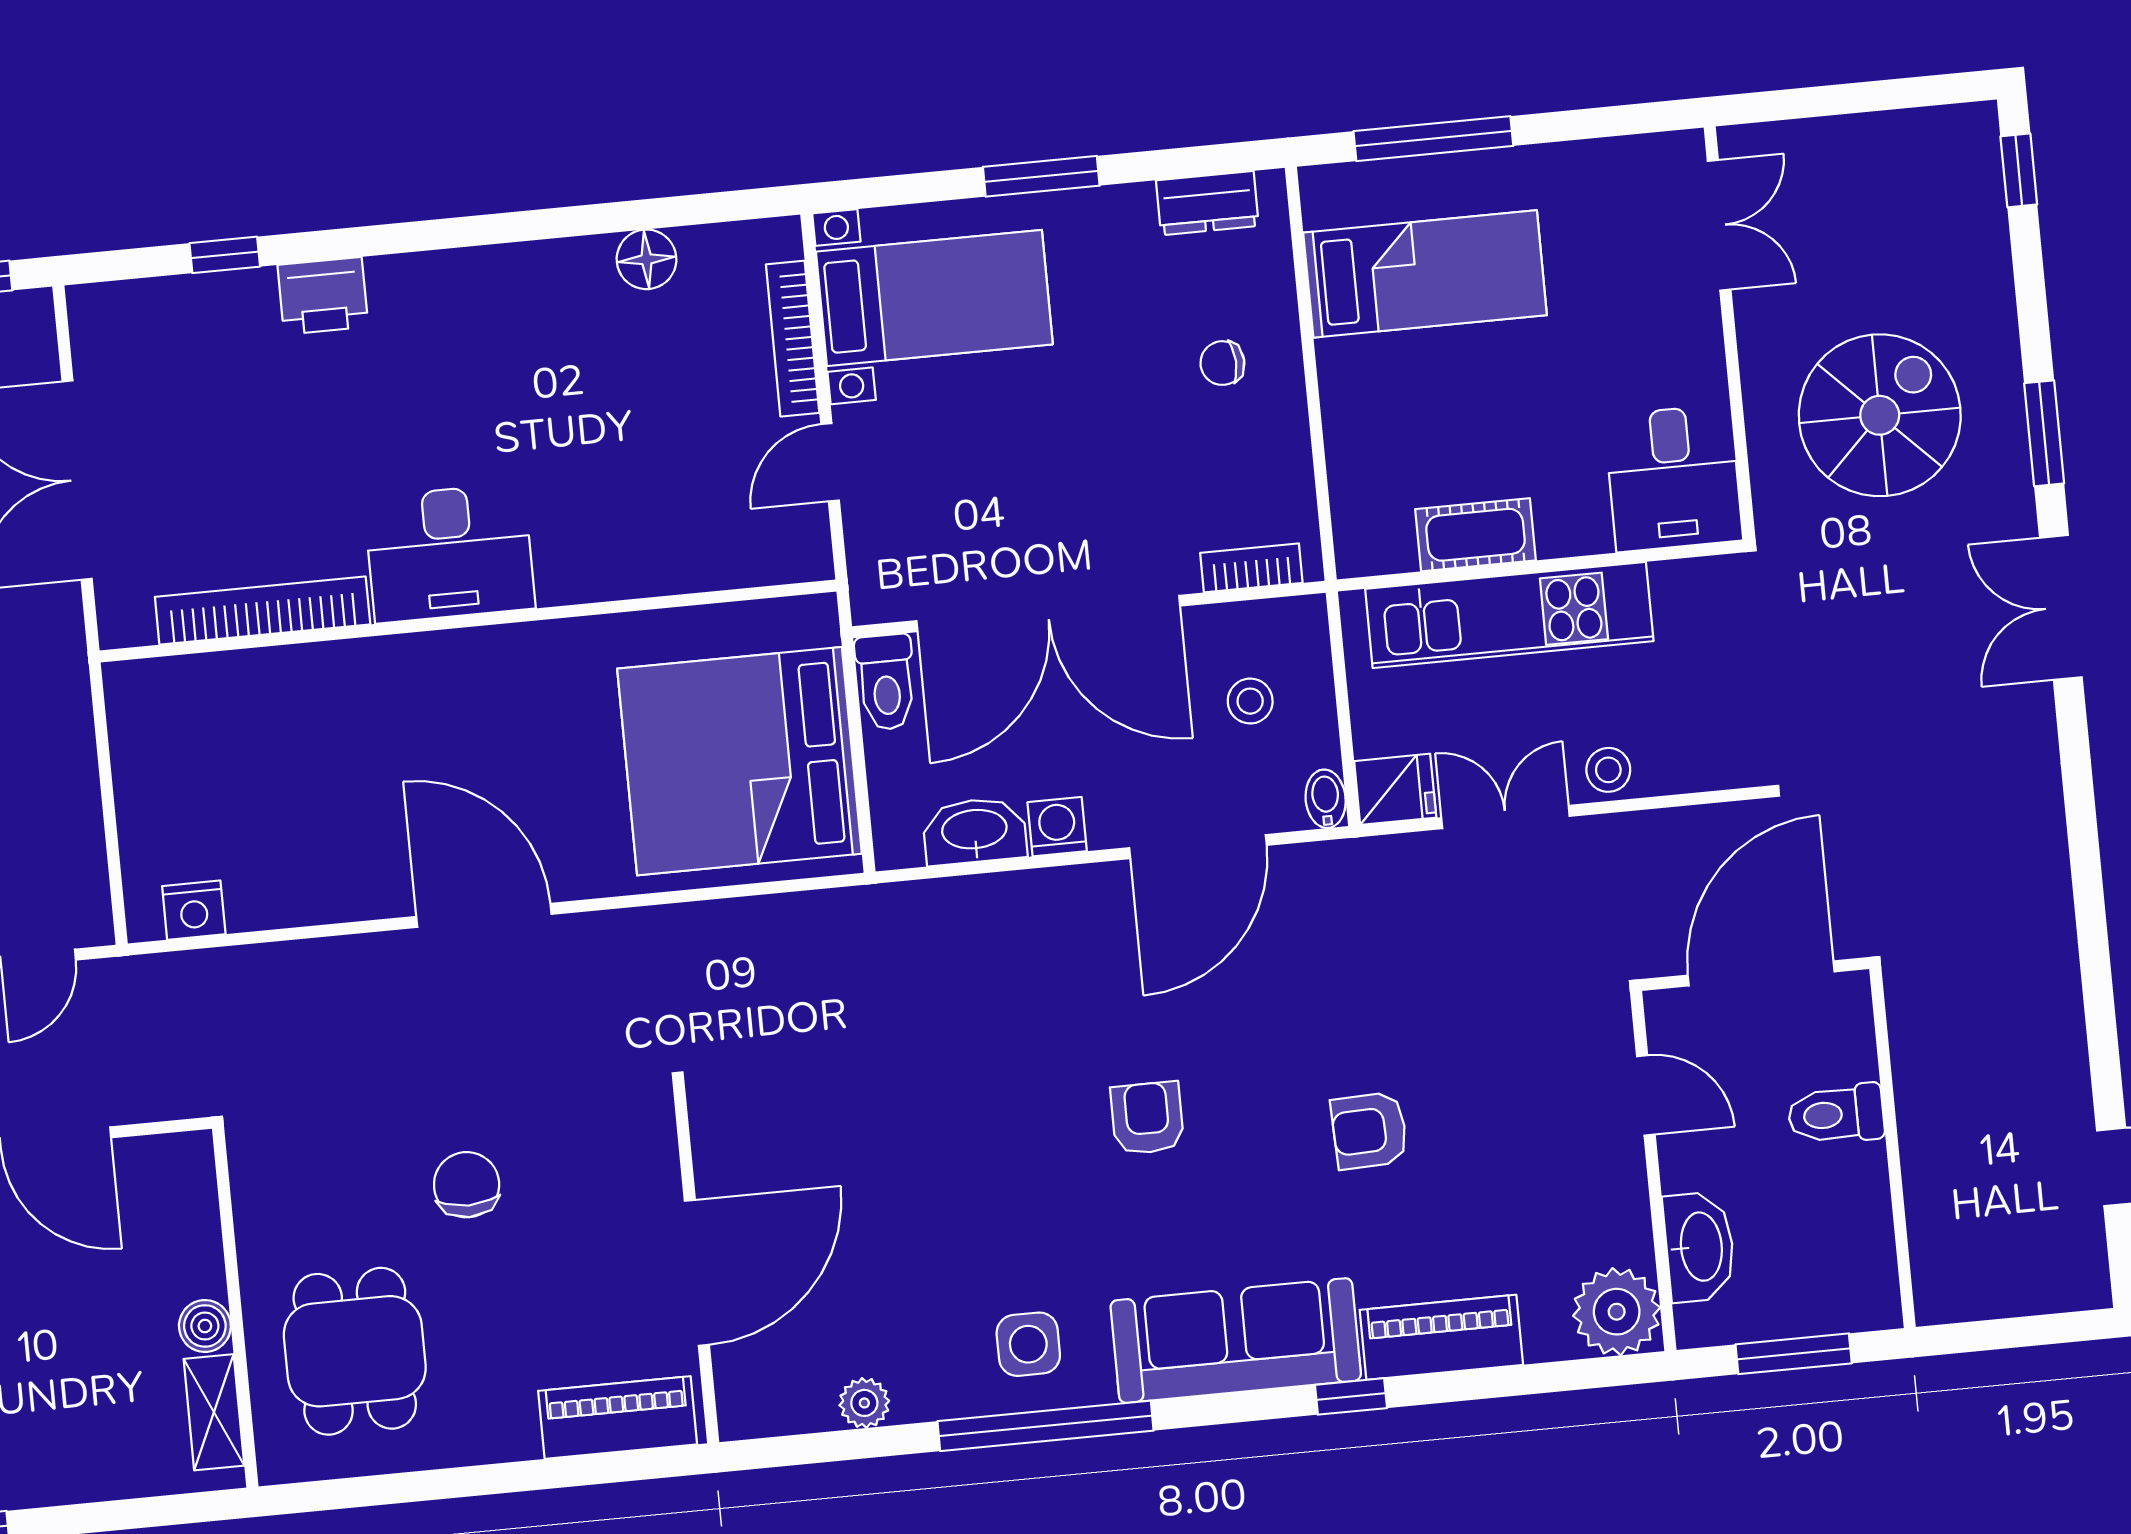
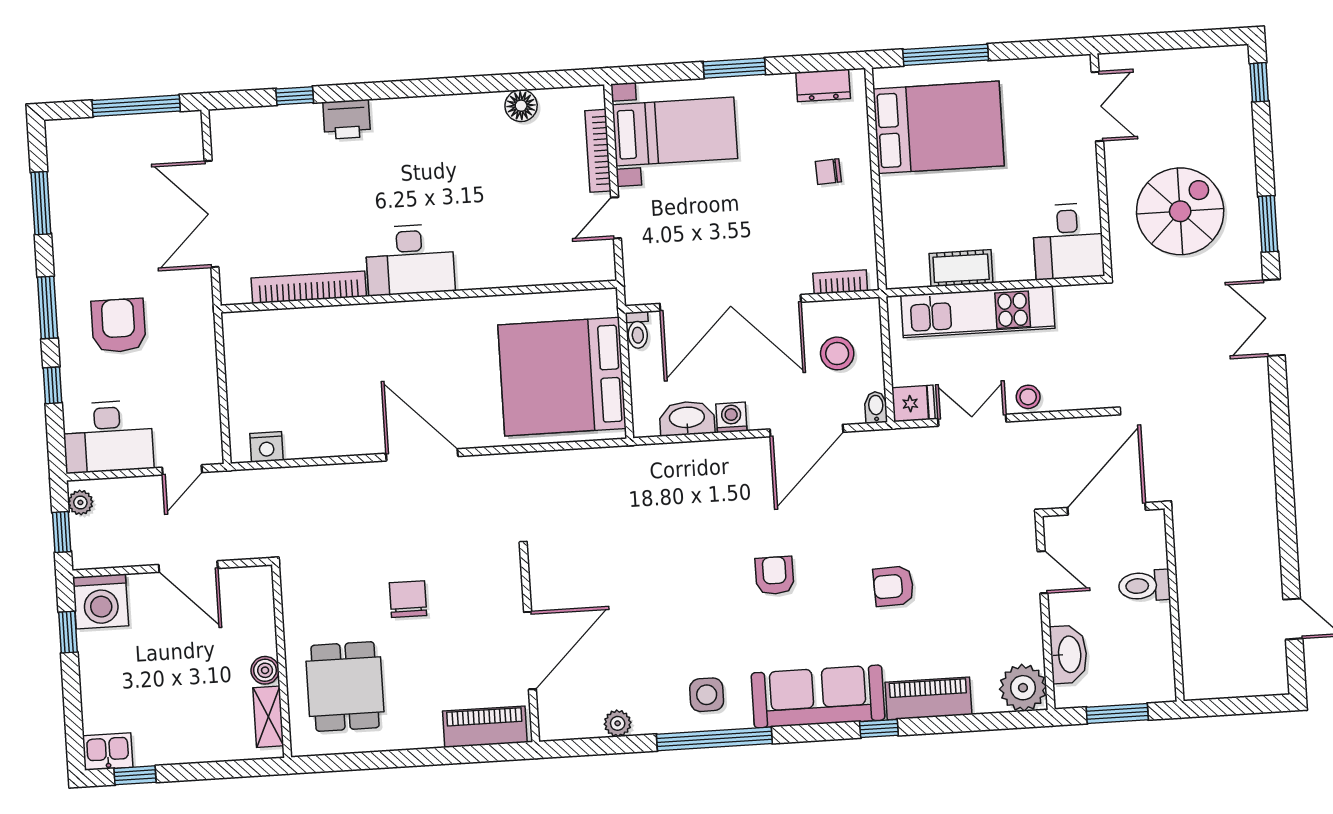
bed: (1425, 274) -> (939, 127), width x1.50
toilet: (886, 682) -> (637, 330), width x0.73, depth x0.72
stool: (1250, 701) -> (837, 353), width x1.37, depth x1.37

